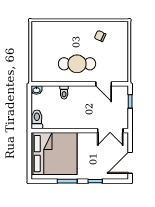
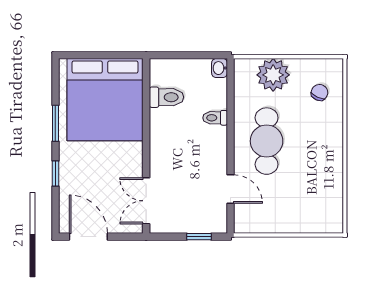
chair: (100, 36) -> (320, 93), moved
plant: (40, 60) -> (273, 75), added
door: (104, 84) -> (230, 189), swing flipped
toilet: (37, 119) -> (166, 97), moved

